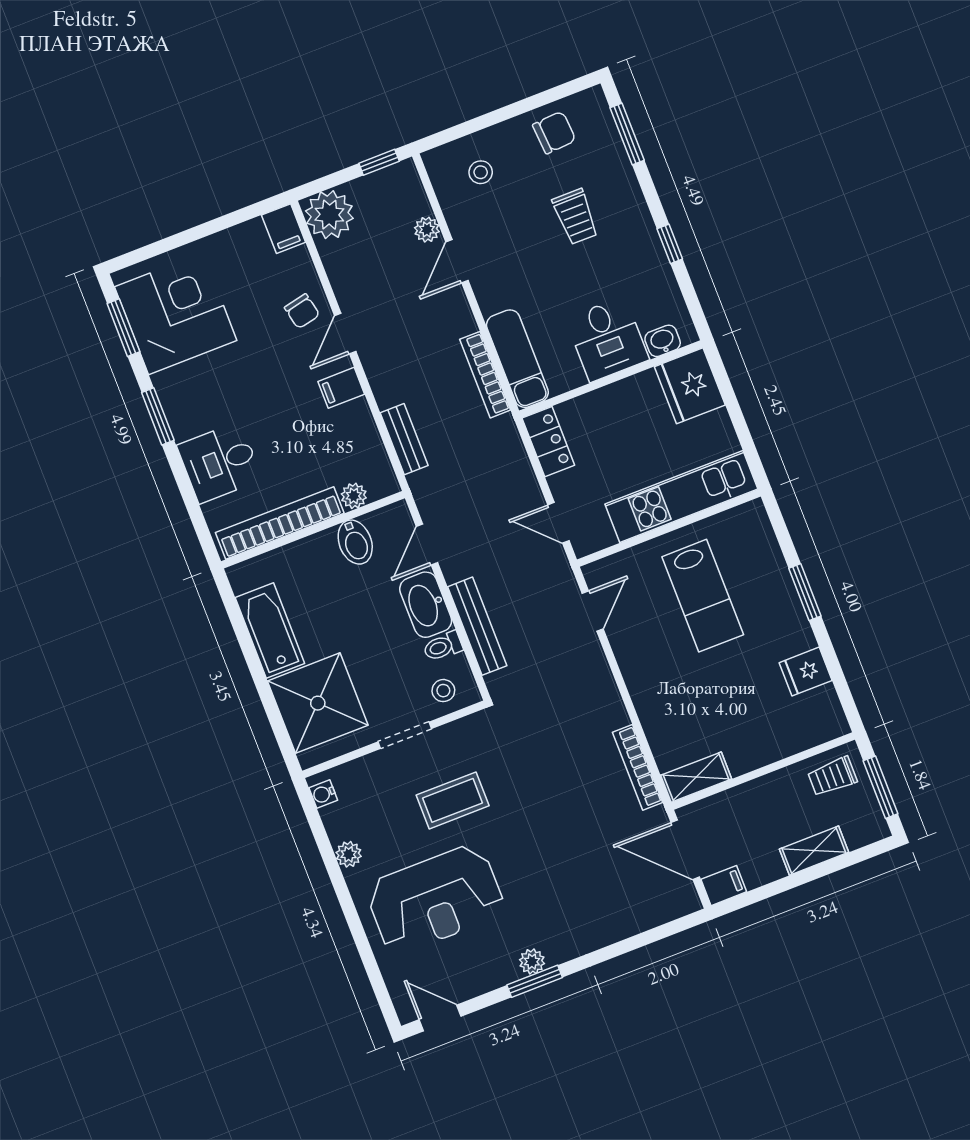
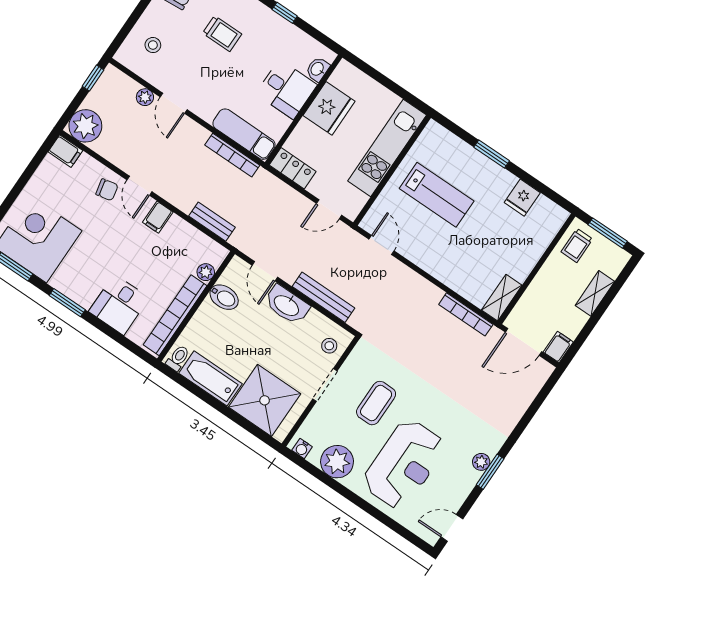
fridge: (690, 386) -> (329, 108), moved, turned -90
toilet: (443, 646) -> (178, 358), moved, turned 180
plant: (349, 854) -> (337, 462), width x1.87, depth x1.87

